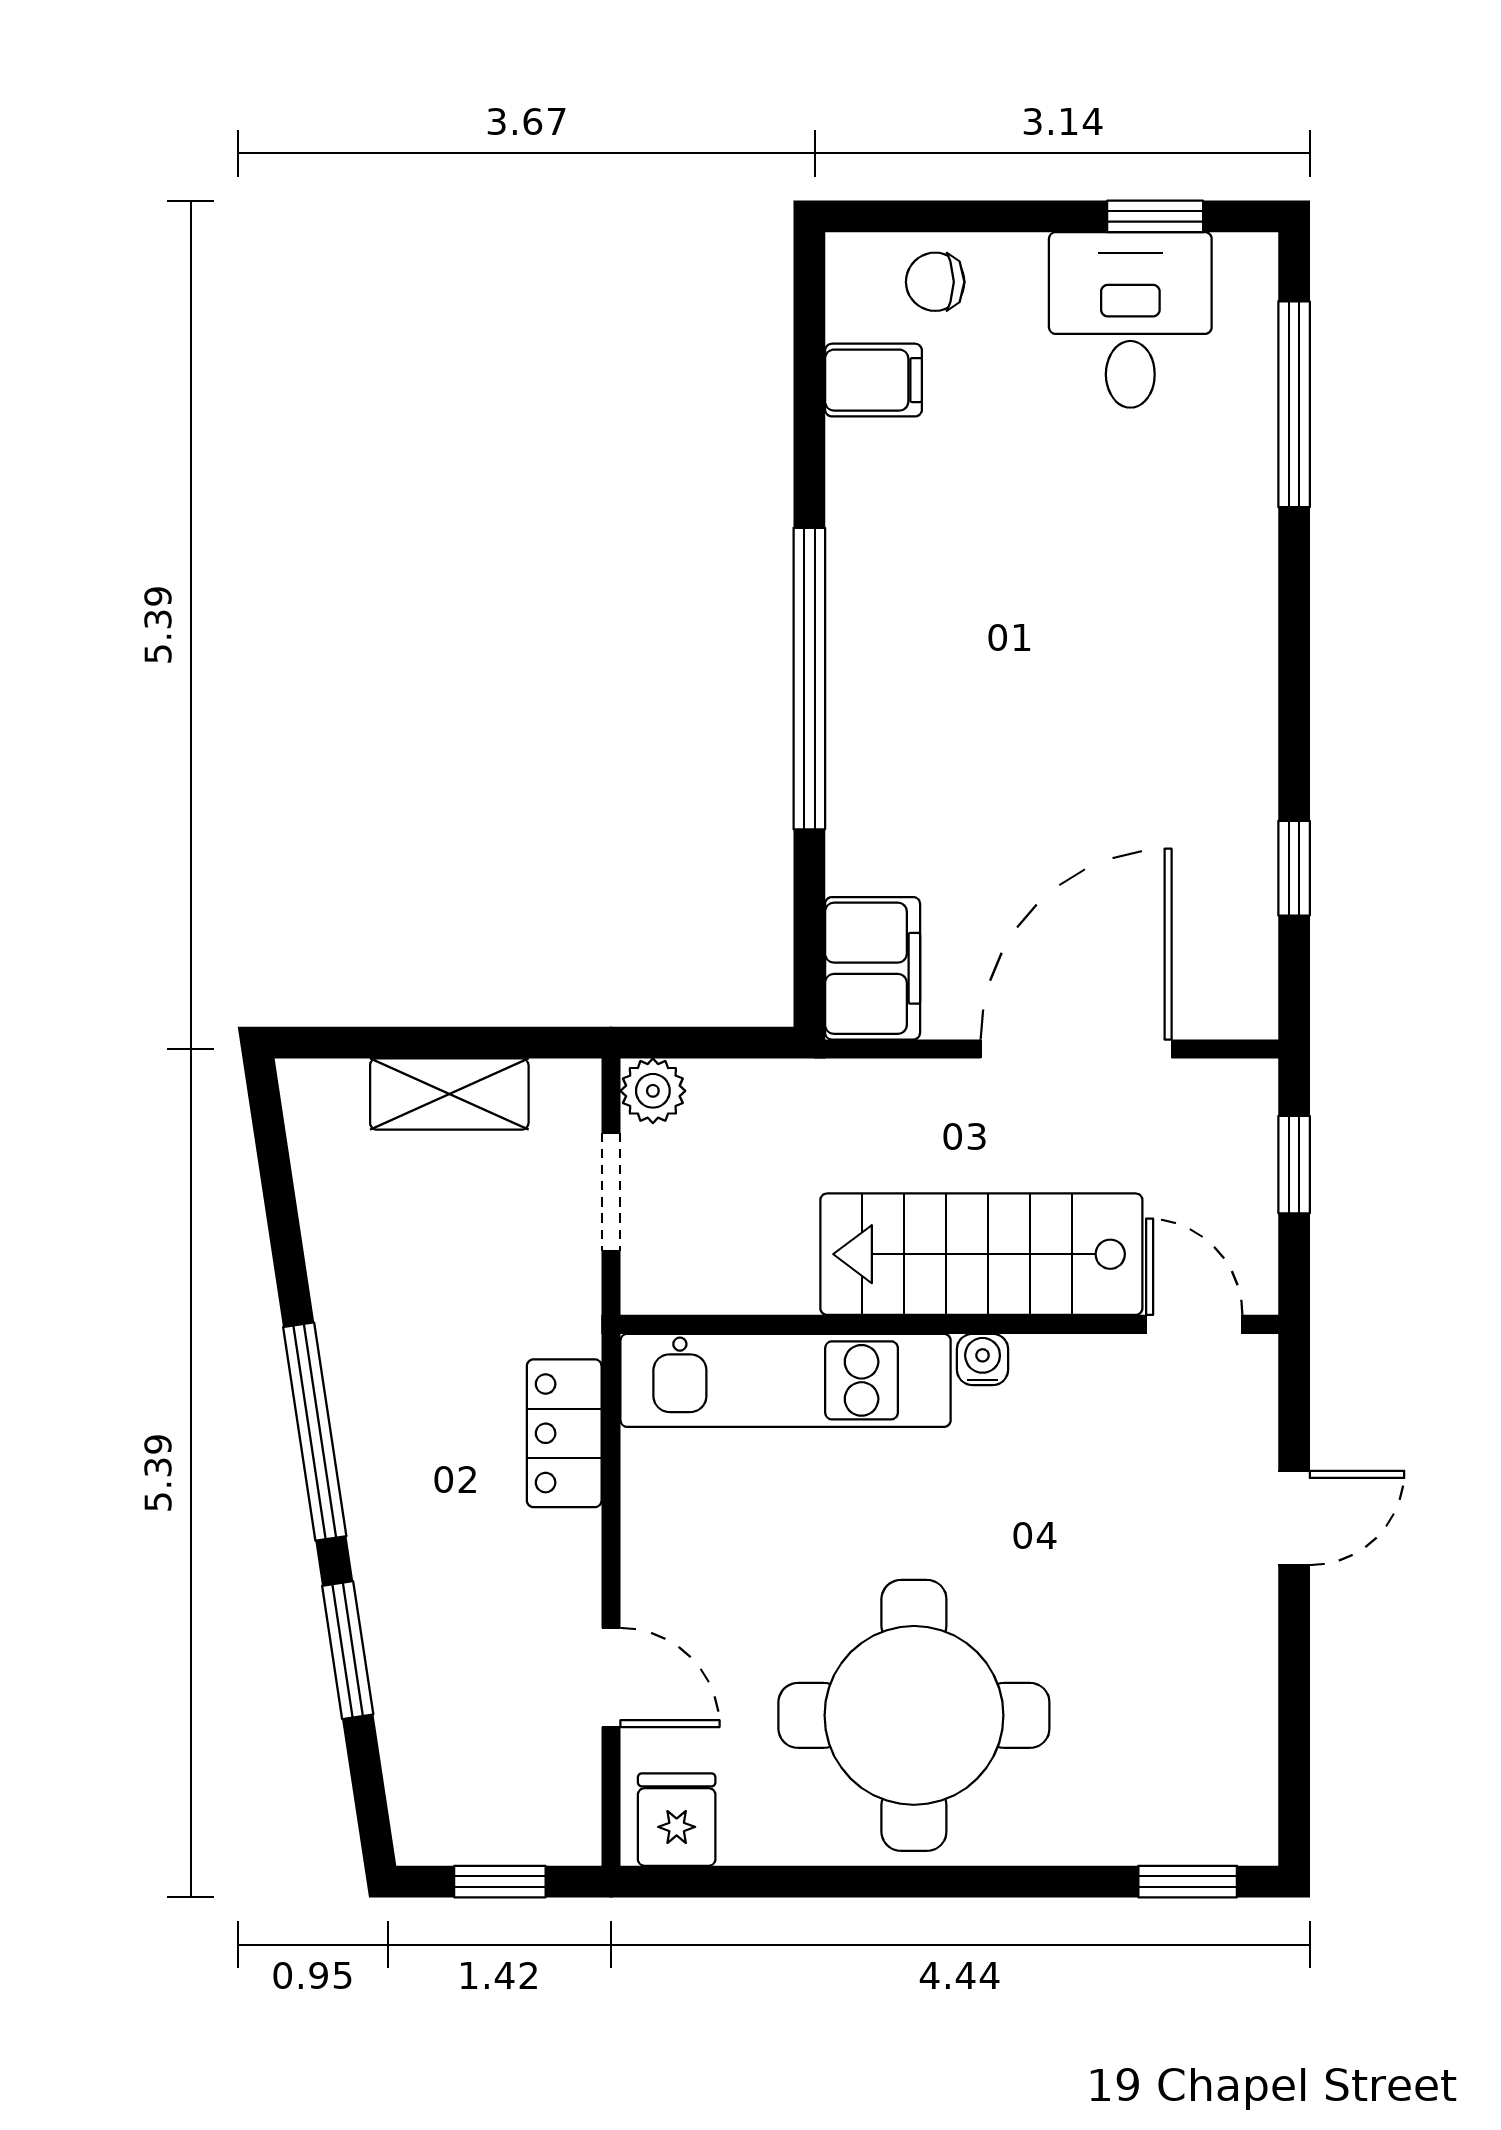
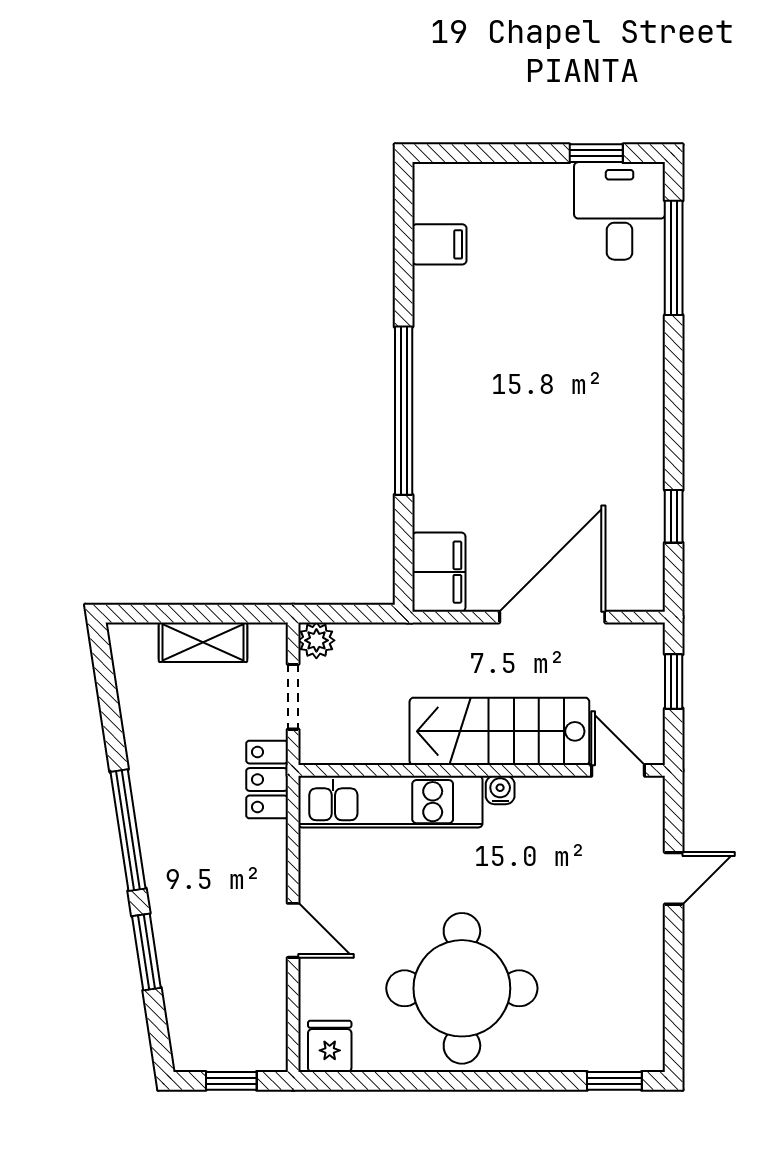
chair: (935, 282) -> (474, 190), removed
desk: (1130, 320) -> (620, 211), moved
locker: (564, 1433) -> (267, 779), moved
door: (611, 1678) -> (293, 930), moved

